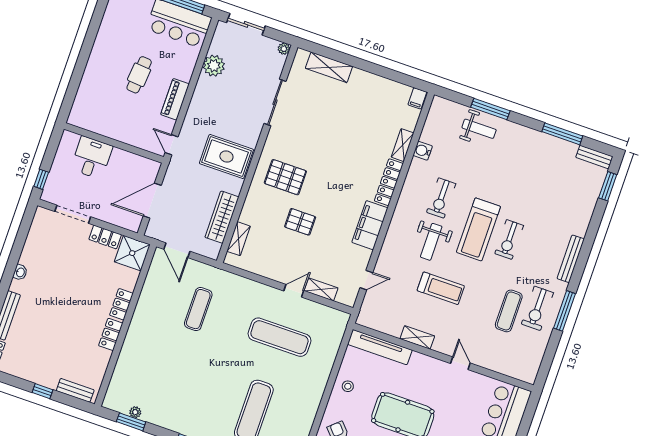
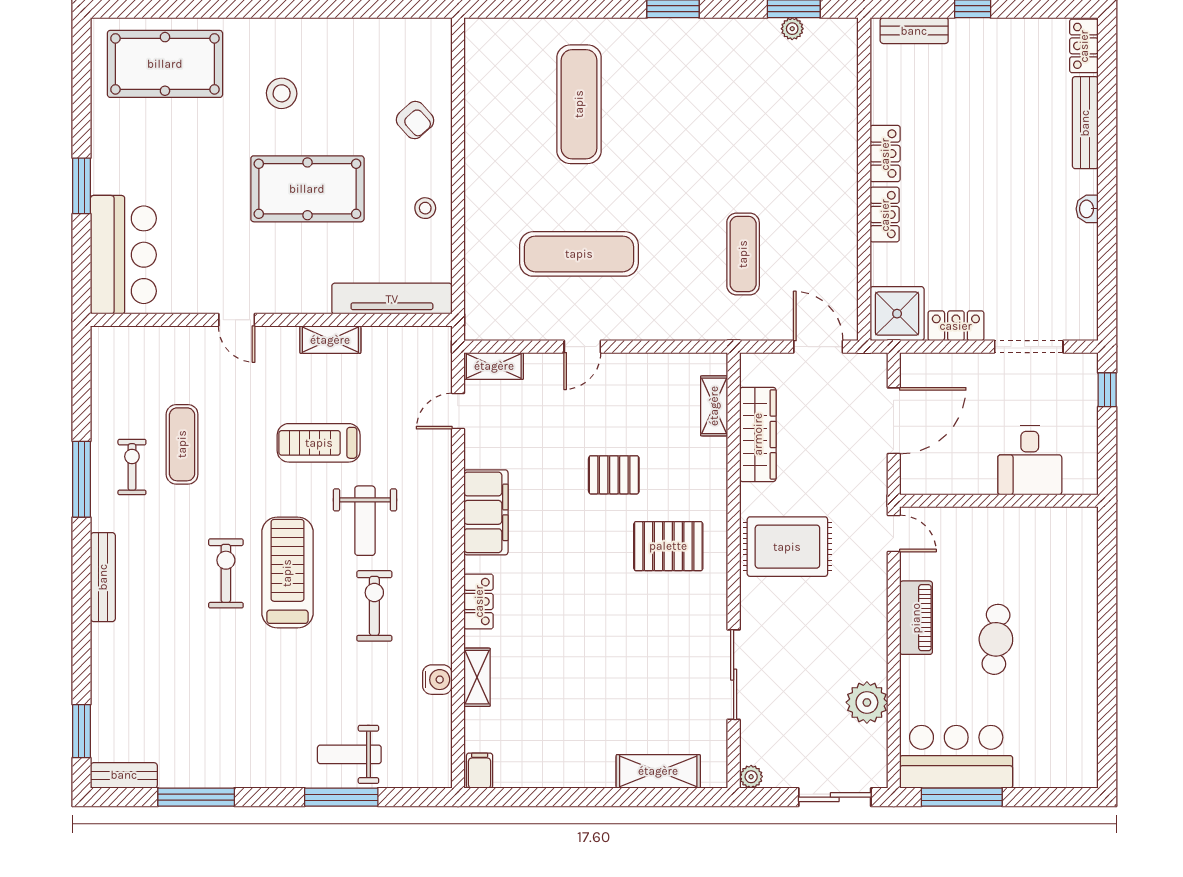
locker: (389, 182) -> (479, 601), width x0.66
weight bench: (431, 242) -> (365, 521), turned 180
shelving: (321, 289) -> (494, 366), moved
exercise bike: (537, 308) -> (132, 467), width x0.73, depth x0.72

